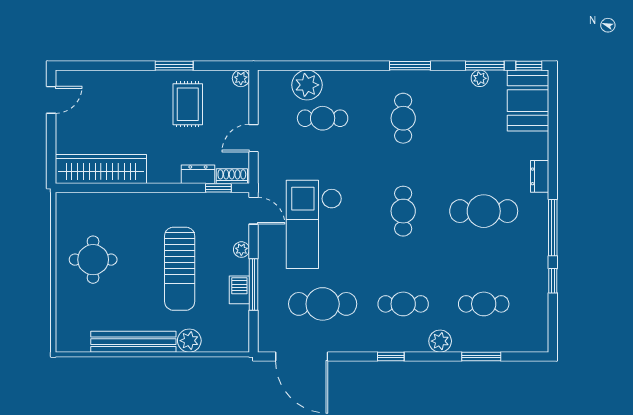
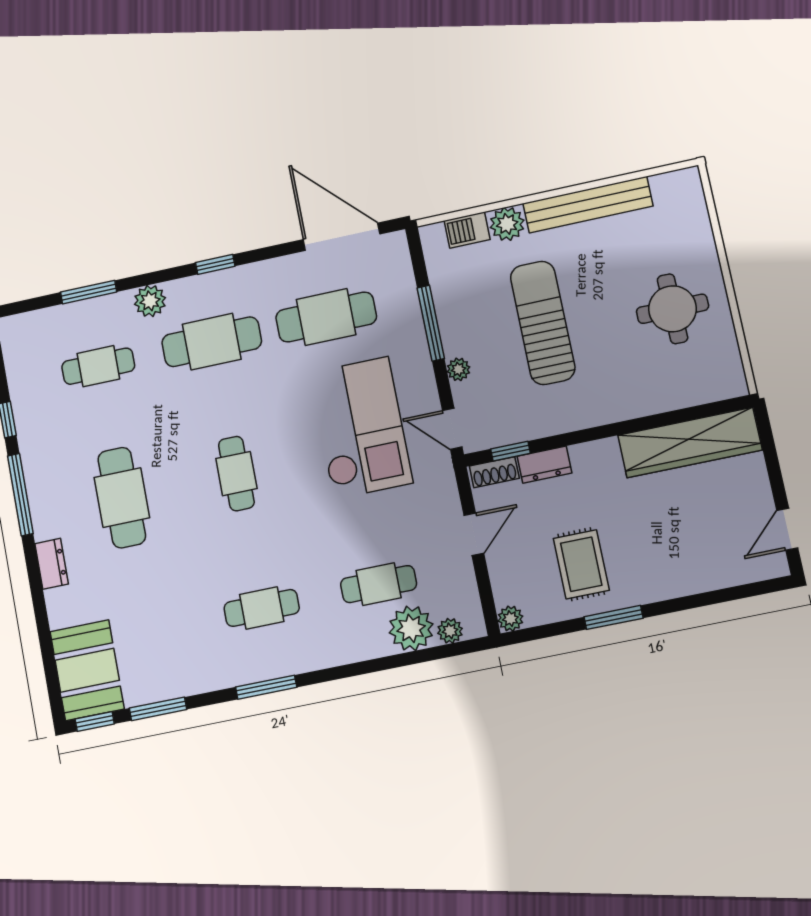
plant: (480, 78) -> (450, 631), moved
cafe table: (403, 118) -> (262, 608), turned 90
cafe table: (484, 211) -> (122, 498), turned 90
barbecue: (239, 290) -> (467, 230), moved, turned 90
cafe table: (403, 304) -> (212, 342), width x1.37, depth x1.35

